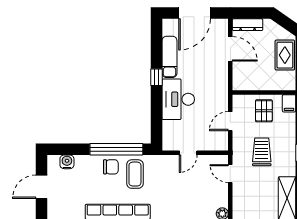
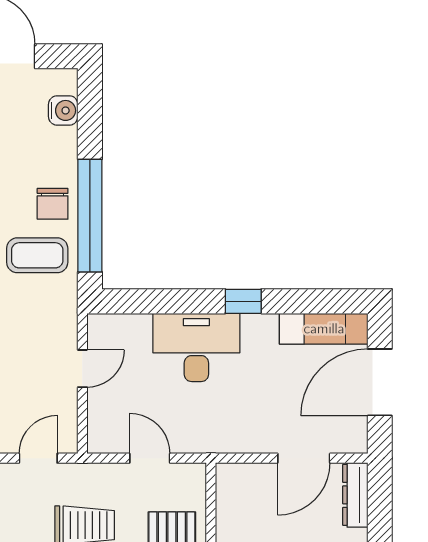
door: (195, 13) -> (380, 382), hinge flipped
exam couch: (169, 57) -> (324, 329), moved
door: (188, 153) -> (82, 369), swing flipped

